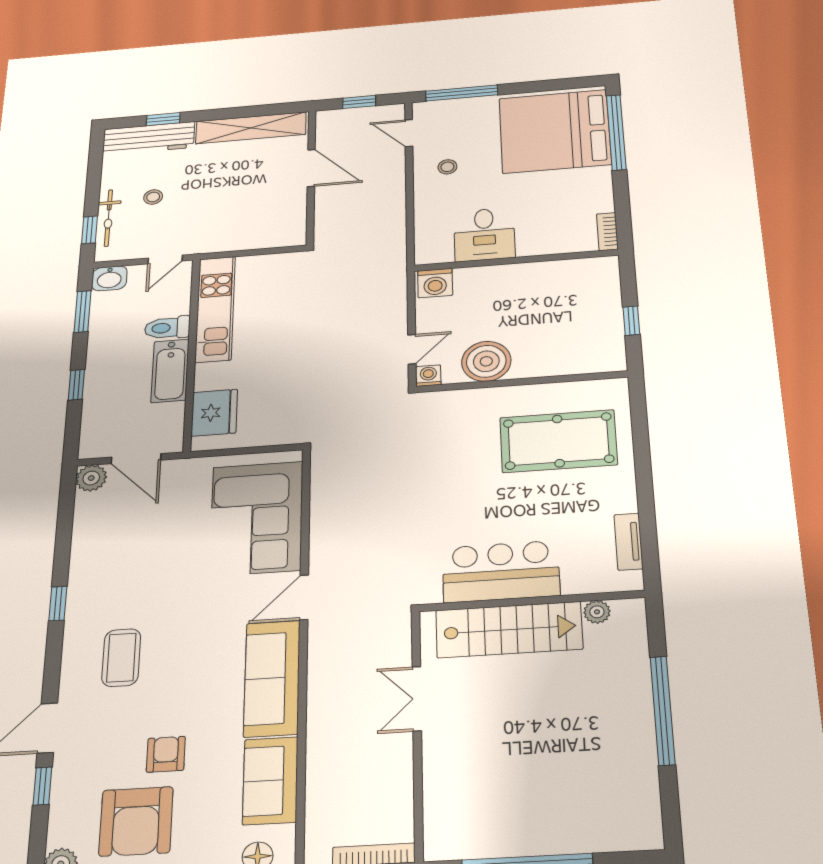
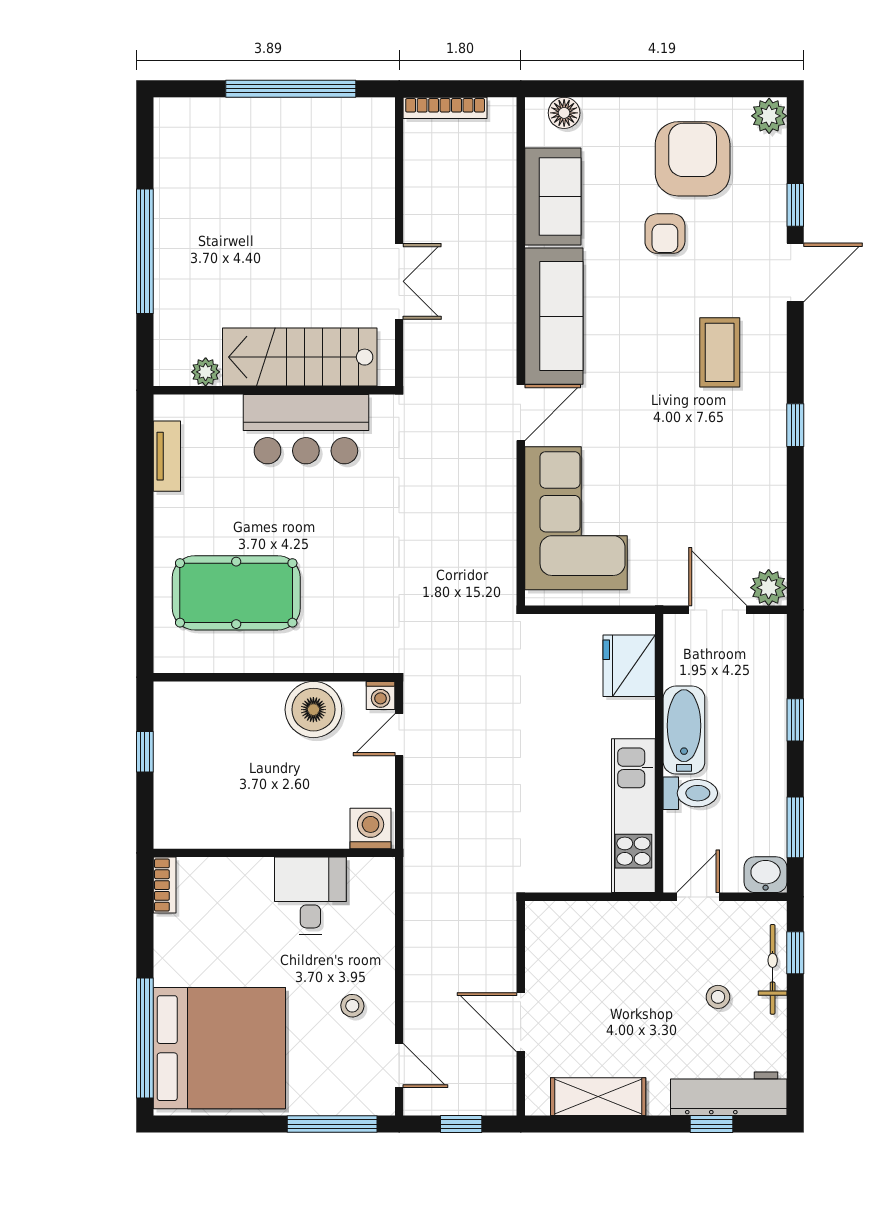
shelving: (251, 128) -> (598, 1097), width x0.68

